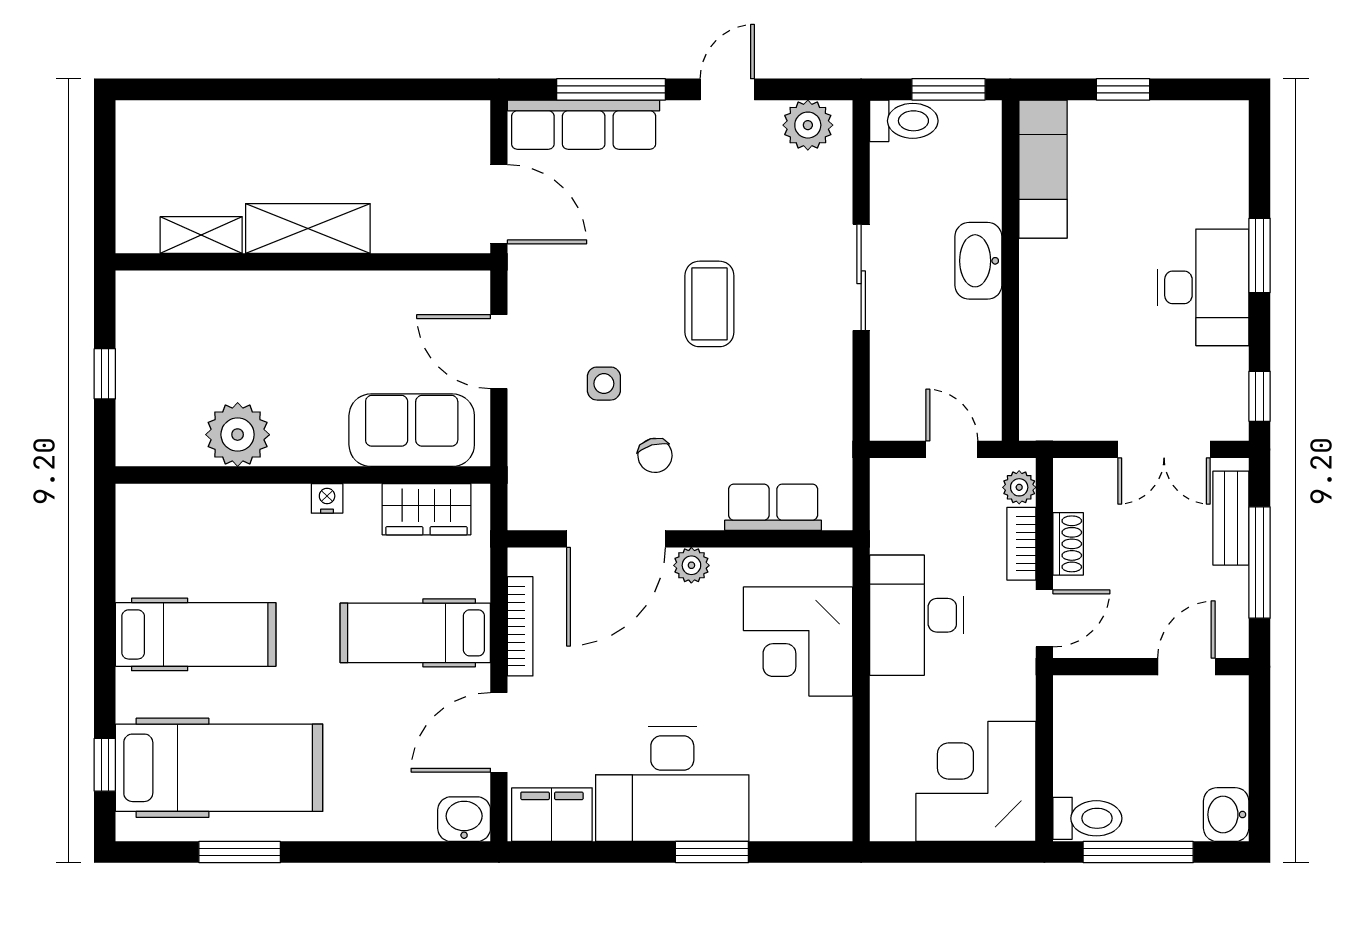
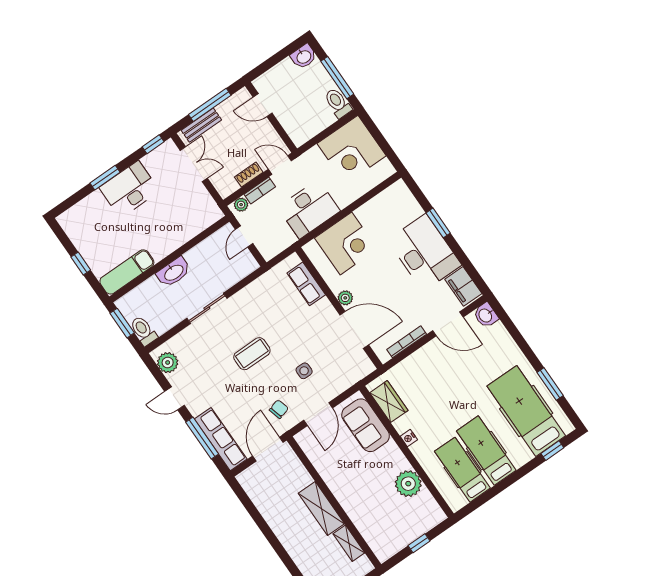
chair: (655, 455) -> (279, 409), moved
hospital bed: (415, 633) -> (462, 470), moved, turned 180

